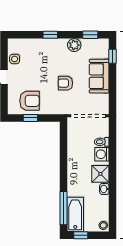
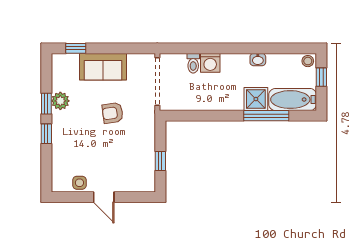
window: (90, 35) -> (46, 104), moved
armchair: (65, 83) -> (113, 113), turned 82
armchair: (30, 101) -> (137, 162), removed
shower: (100, 174) -> (256, 99), moved
window: (63, 208) -> (266, 116), moved
window: (81, 235) -> (321, 77), moved

